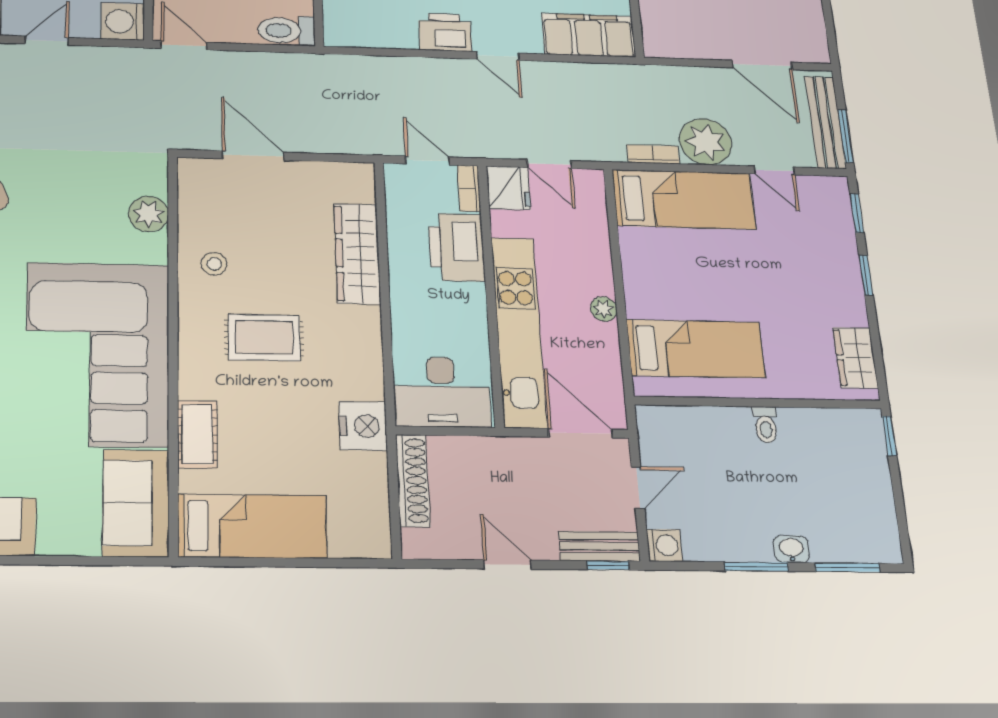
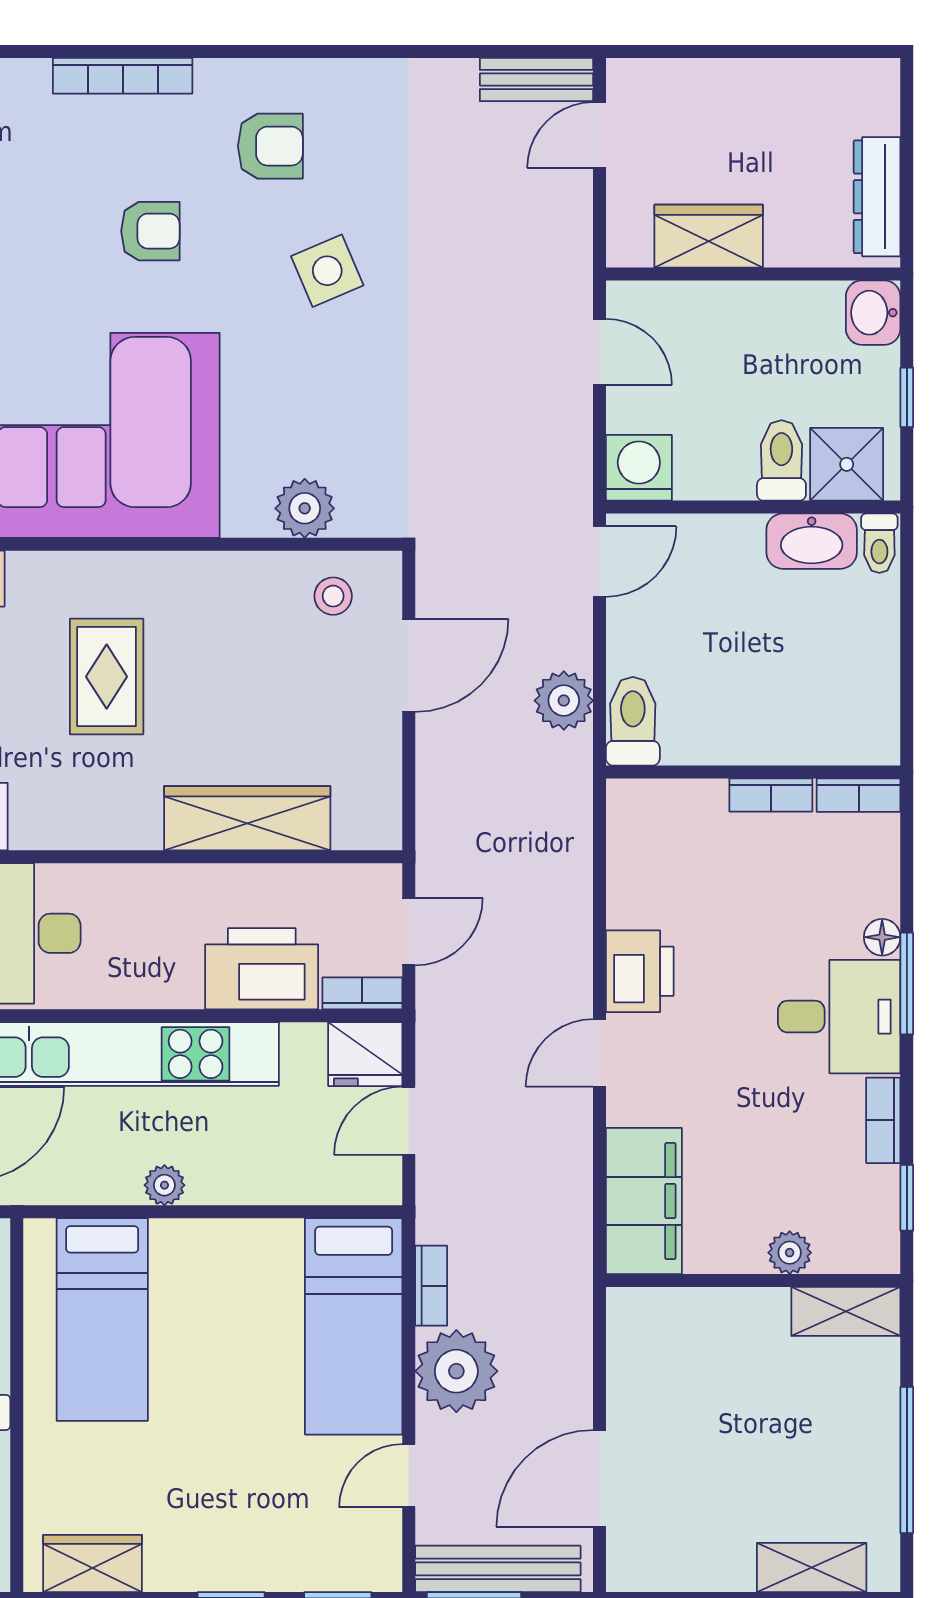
plant: (274, 68) -> (564, 701), added
stool: (214, 264) -> (333, 596), moved

